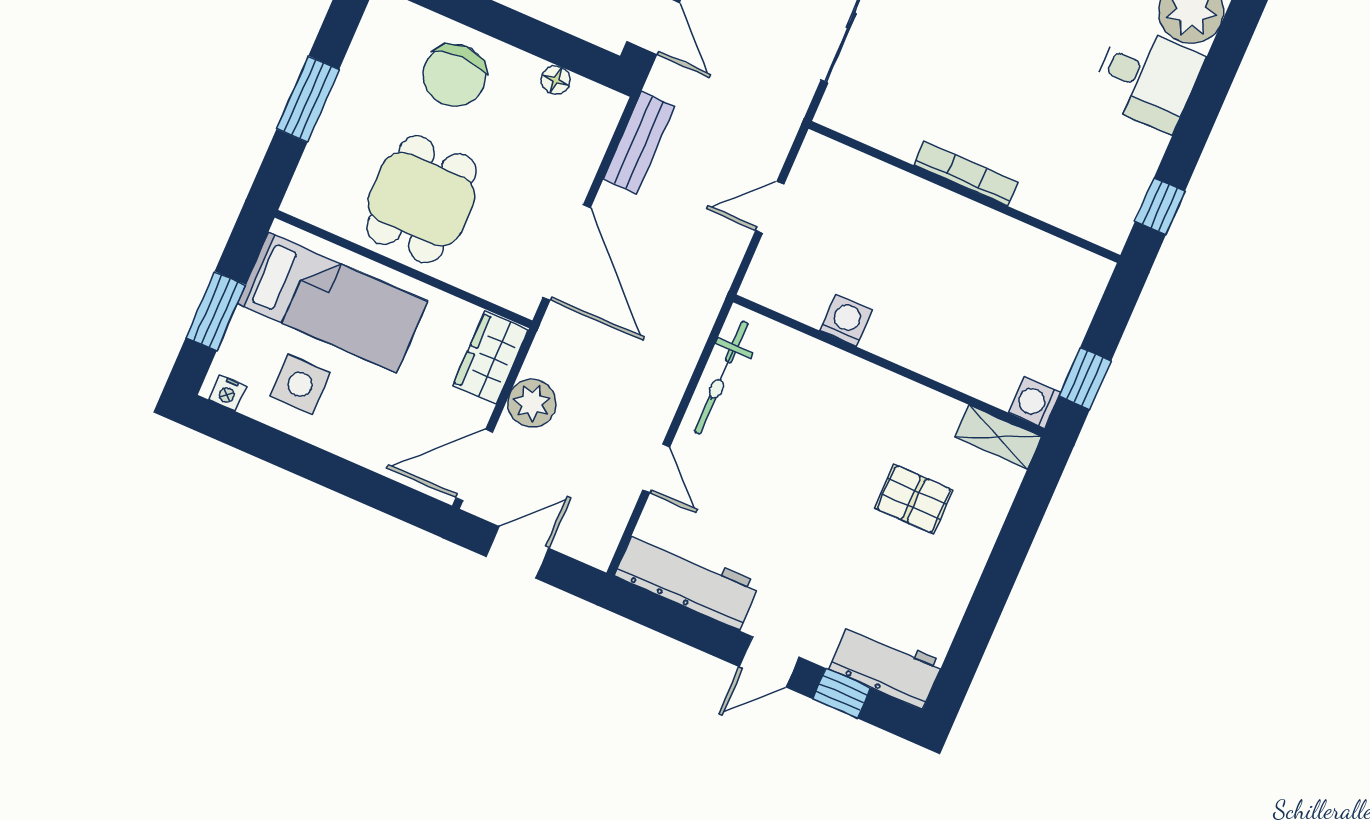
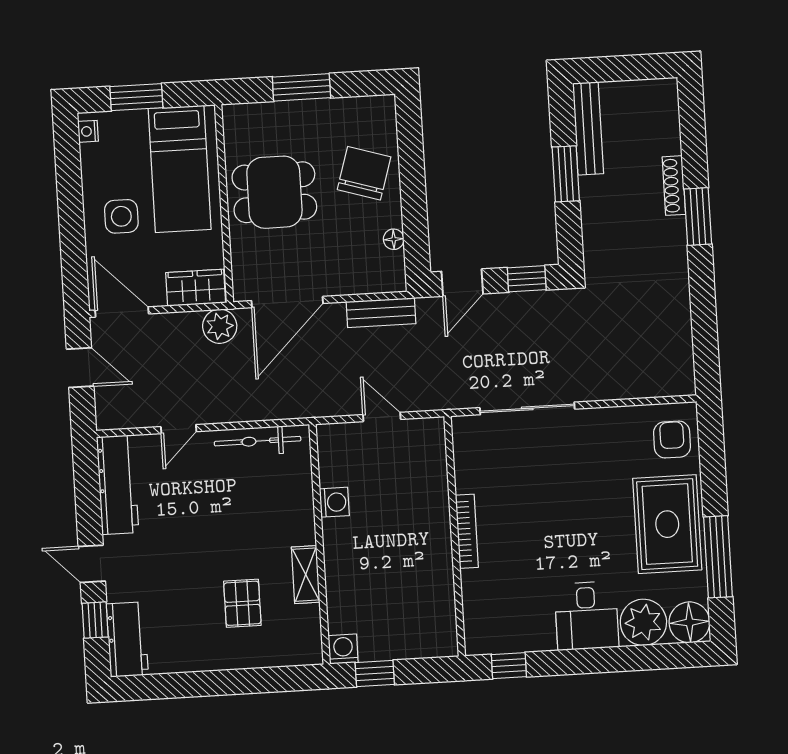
chair: (455, 75) -> (364, 173), turned 107
side table: (300, 384) -> (121, 216), moved
plant: (532, 403) -> (220, 326), moved
shelving: (998, 437) -> (306, 575), moved

